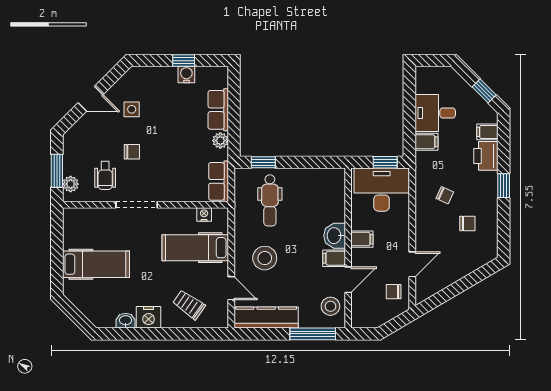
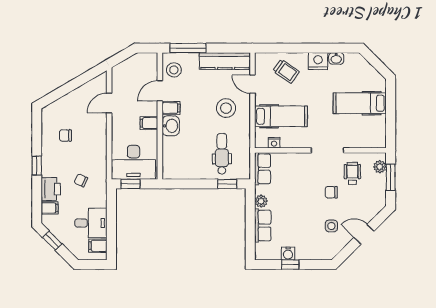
filing cabinet: (426, 142) -> (98, 246), moved
chair: (445, 195) -> (81, 180), moved
chair: (394, 292) -> (124, 82), removed

